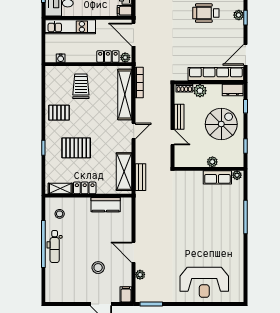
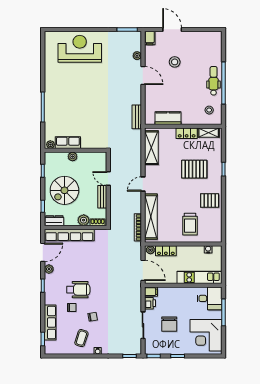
plant: (239, 15) -> (49, 269), moved
bench: (140, 177) -> (137, 117), moved

